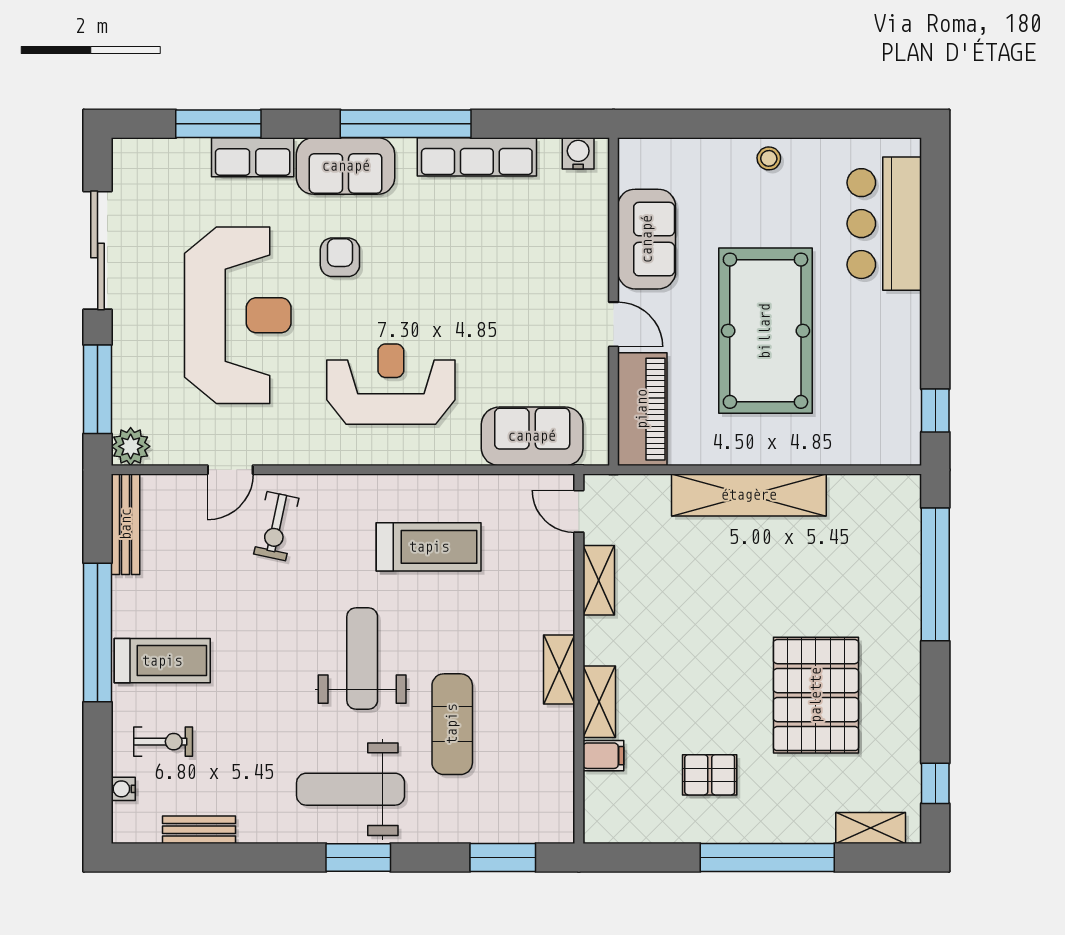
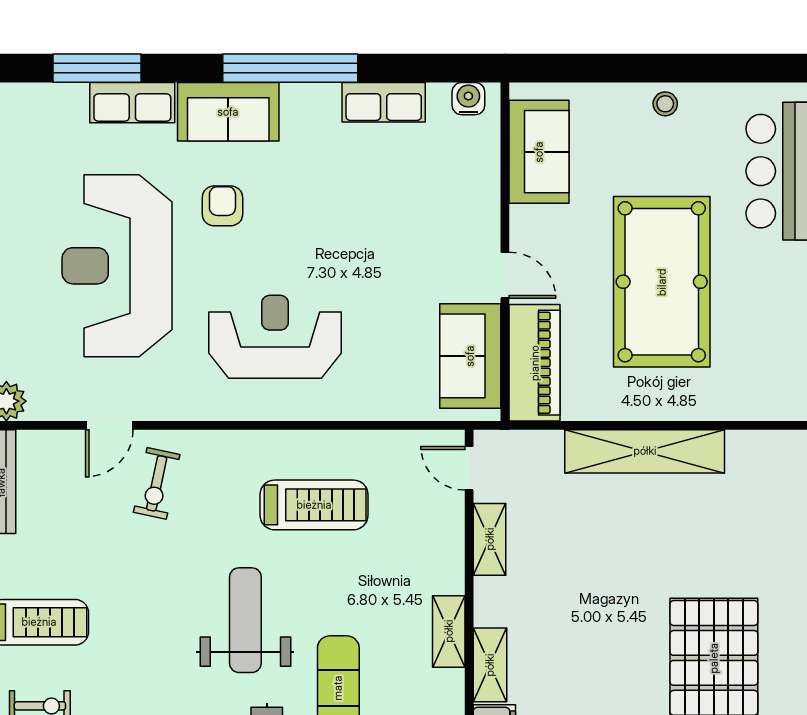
row of seats: (477, 157) -> (384, 102), width x0.68
sofa: (647, 239) -> (539, 152), moved
reception desk: (238, 315) -> (117, 266), turned 180
sofa: (532, 436) -> (470, 356), moved, turned -90

